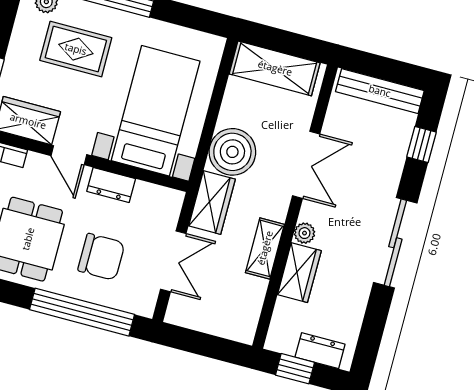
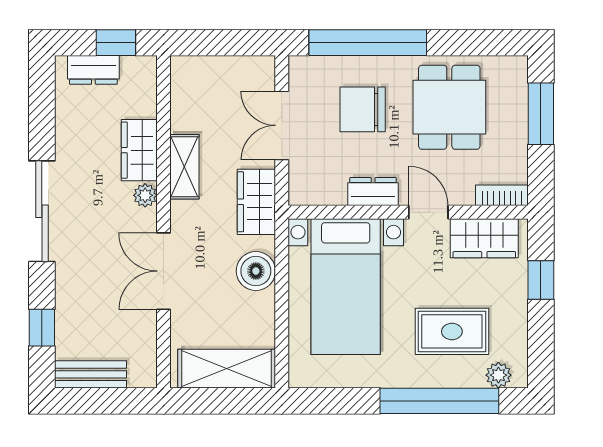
bench: (380, 91) -> (91, 374), width x0.73
boiler: (232, 152) -> (256, 271), width x0.73, depth x0.73

